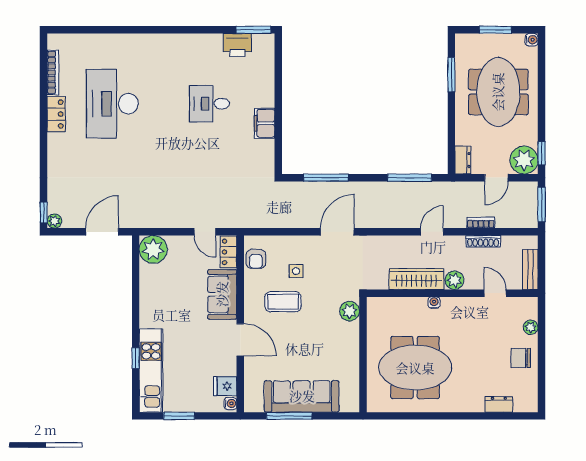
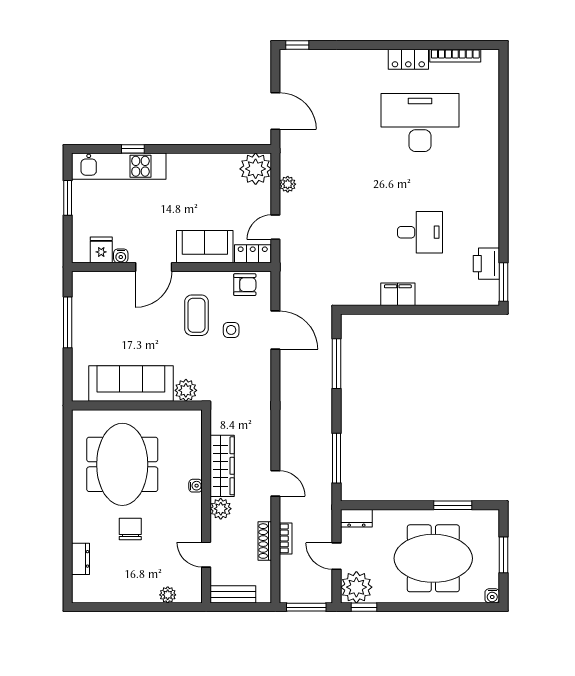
desk: (209, 104) -> (420, 232), turned 90
plant: (54, 221) -> (288, 184), moved
door: (337, 232) -> (275, 330), moved
armchair: (256, 259) -> (245, 285), turned 180
door: (495, 293) -> (206, 555), swing flipped
chair: (521, 358) -> (130, 529), moved
sofa: (302, 396) -> (131, 383), moved, turned -90
water cooler: (230, 403) -> (121, 256), moved

